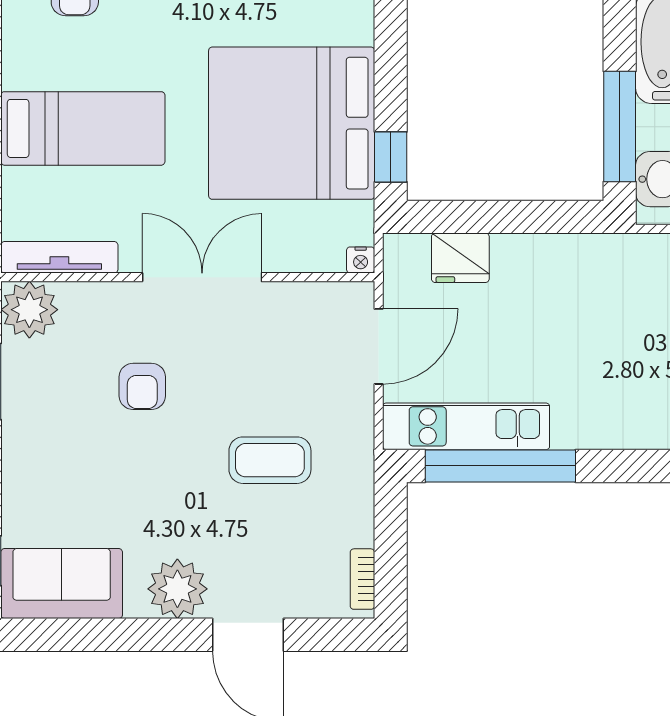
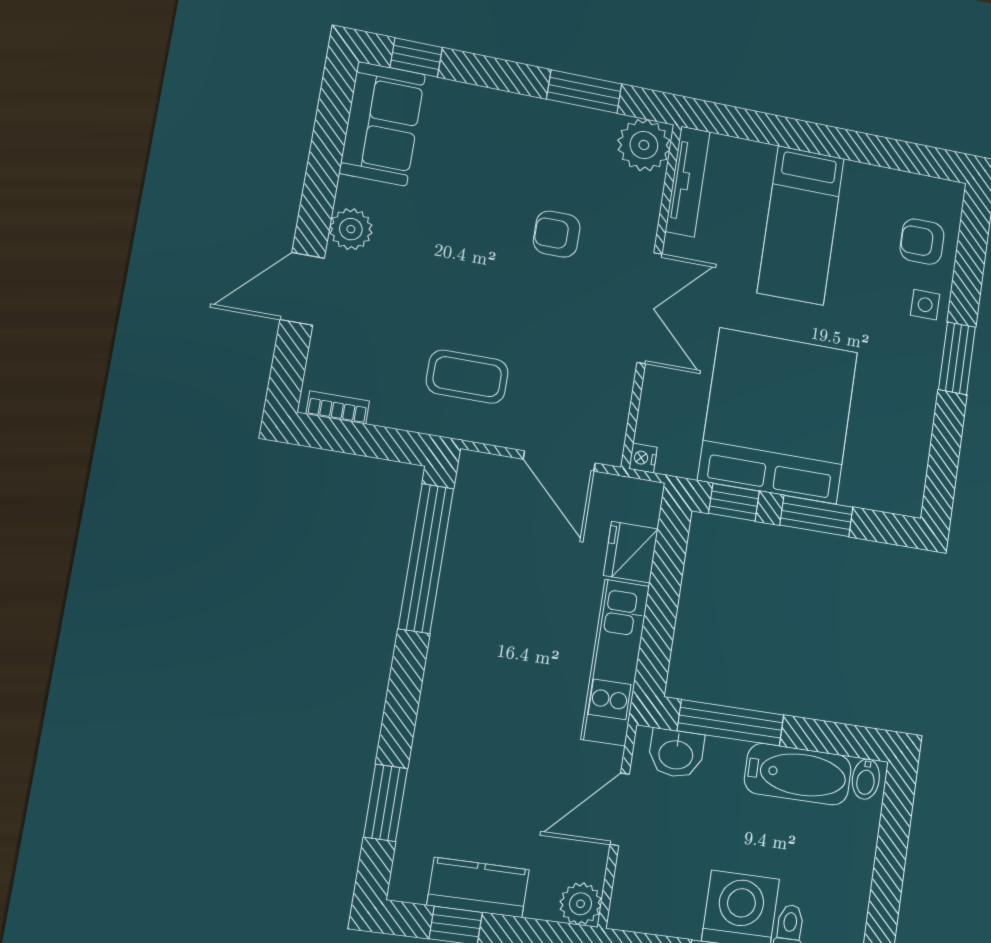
window: (391, 66) -> (816, 516), added
kitchen unit: (466, 426) -> (615, 662), moved, turned 180
coffee table: (270, 460) -> (467, 377), moved, turned 90
plant: (177, 589) -> (351, 229), width x0.73, depth x0.73

